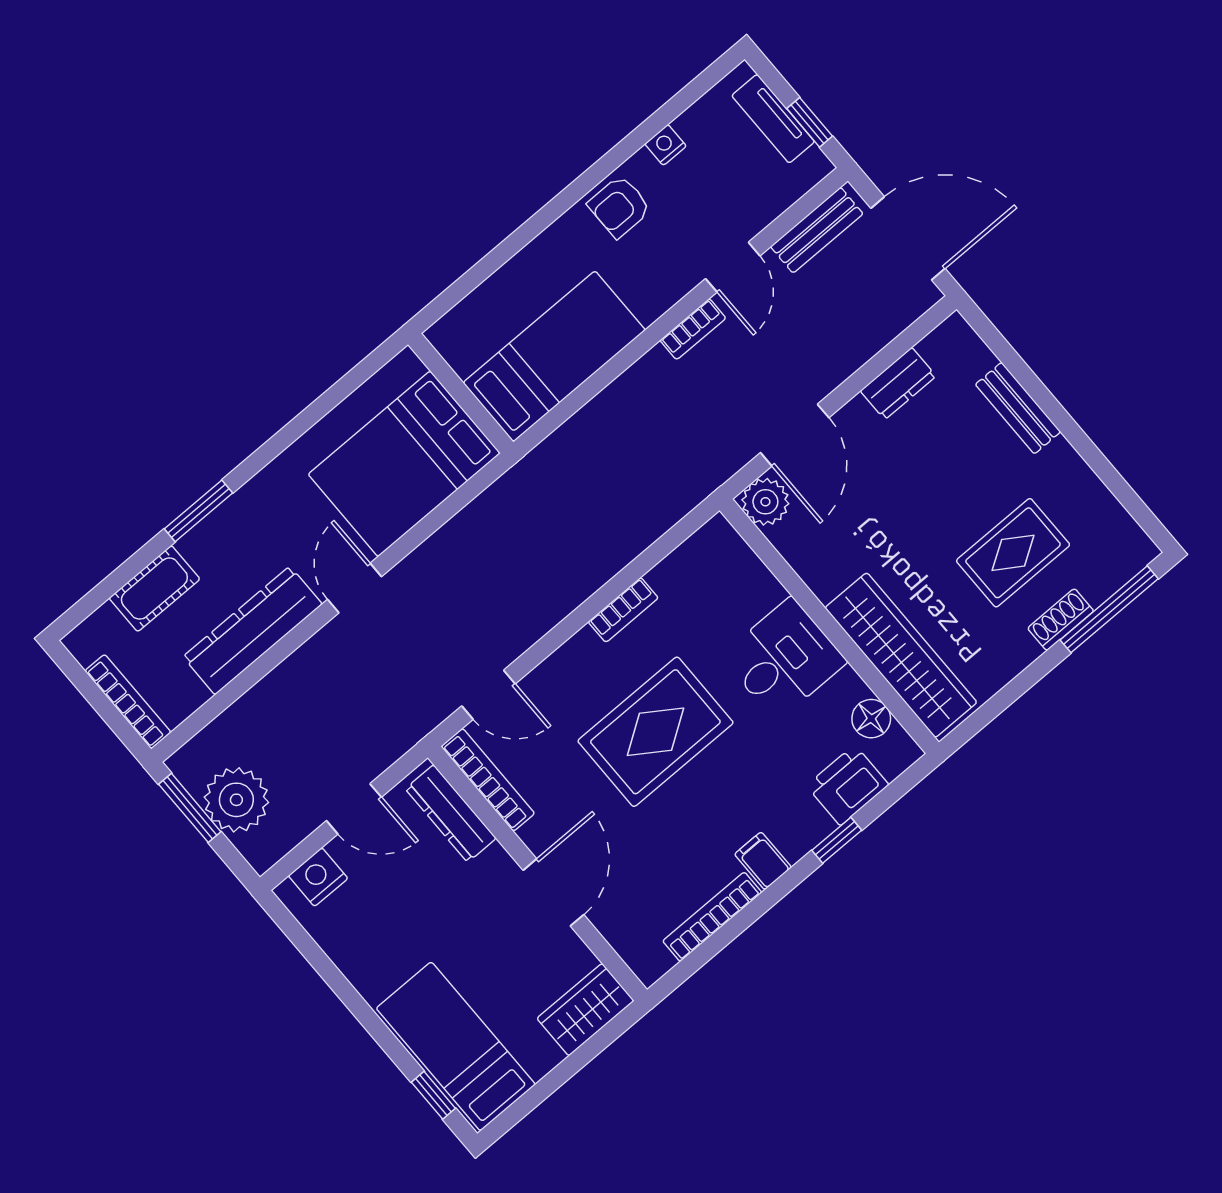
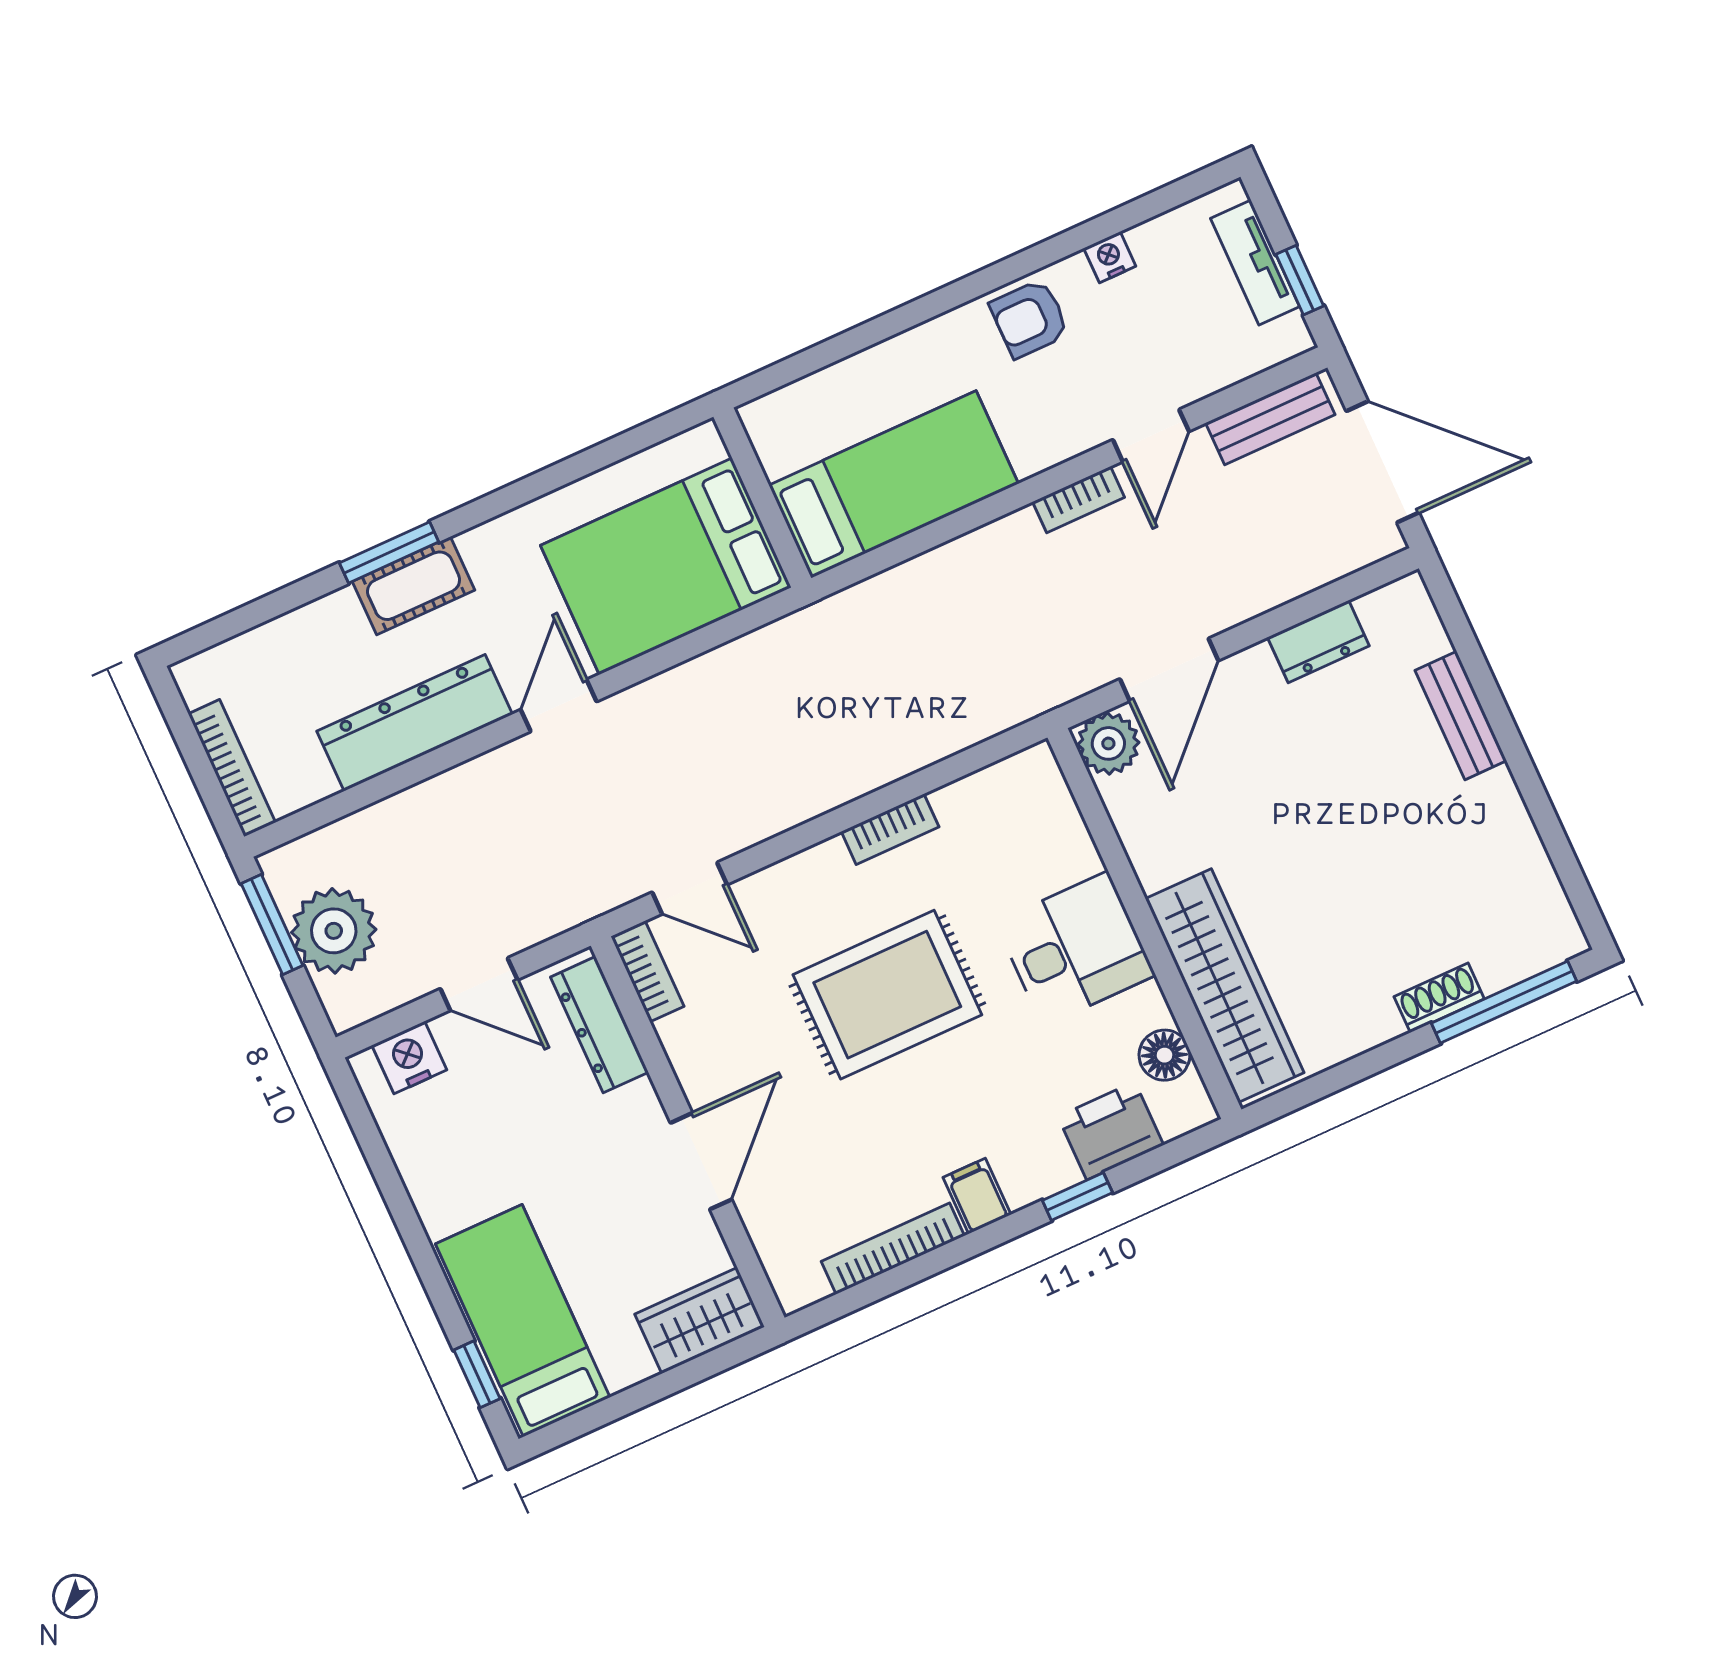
rug: (1013, 553) -> (1403, 896), removed
cot: (154, 589) -> (414, 586), moved
bookcase: (488, 780) -> (647, 971), width x0.64

